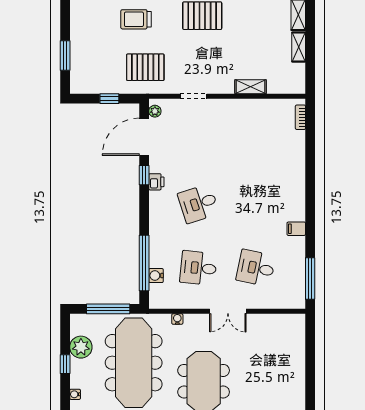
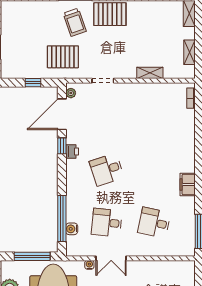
trolley: (136, 19) -> (75, 22), moved, turned -109
shelving: (299, 47) -> (190, 52), moved
filing cabinet: (296, 229) -> (188, 185), width x2.00
double door: (228, 311) -> (111, 258), moved

